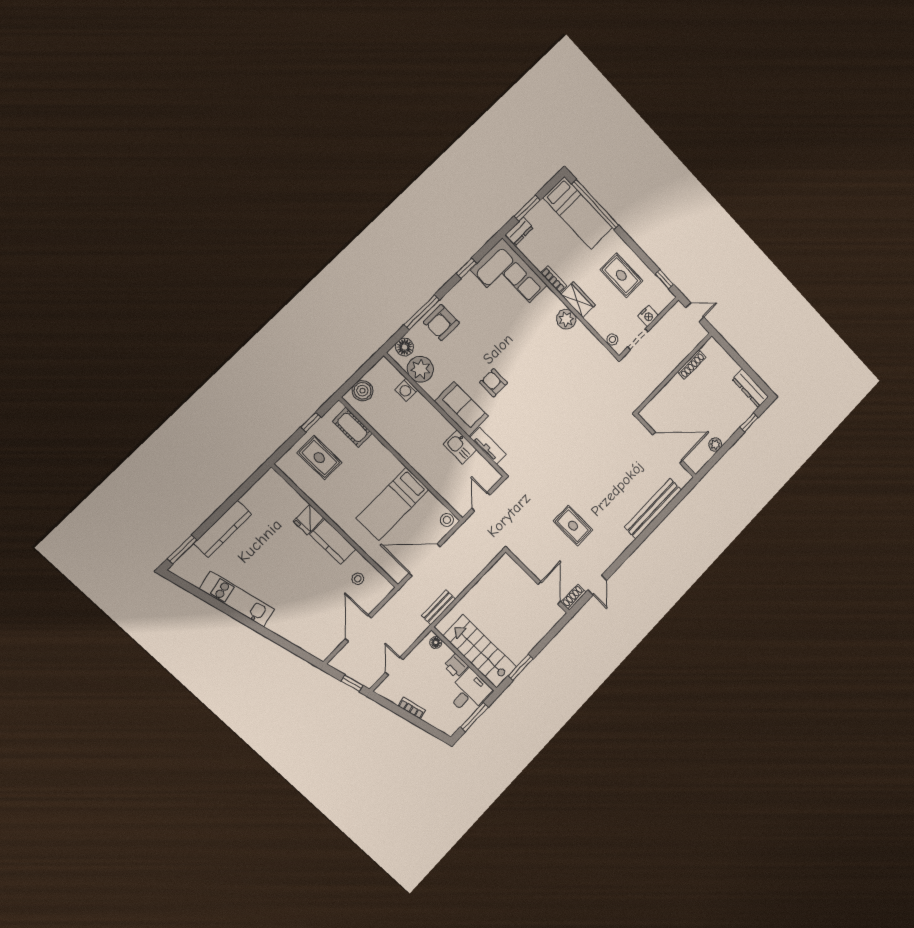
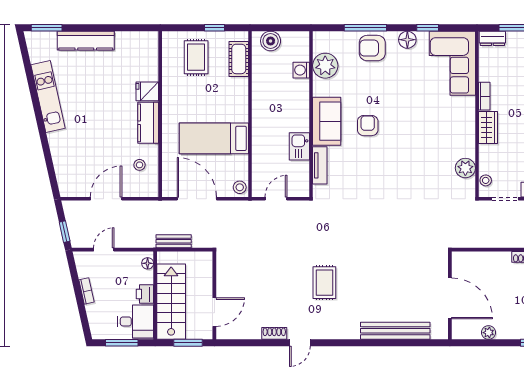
plant: (566, 319) -> (465, 168), moved
floor lamp: (405, 347) -> (407, 40), moved
wall: (538, 581) -> (214, 295), moved
door: (549, 593) -> (214, 312), moved

